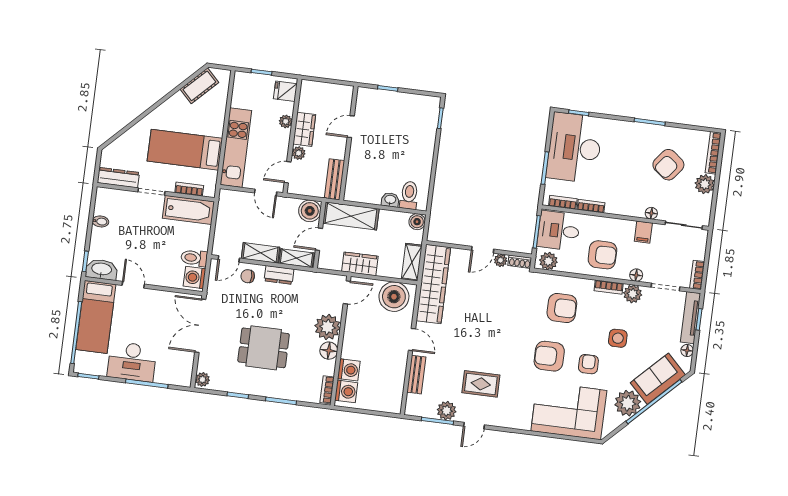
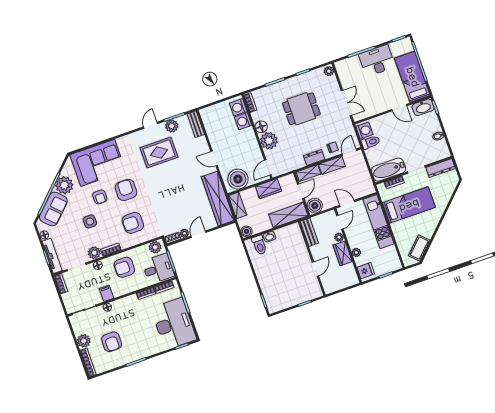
armchair: (668, 165) -> (112, 342), turned 142
double door: (200, 326) -> (346, 103), width x0.73
armchair: (549, 356) -> (126, 190), turned -90
bench: (416, 375) -> (196, 124), moved
rug: (481, 384) -> (159, 153), width x1.36, depth x1.43

